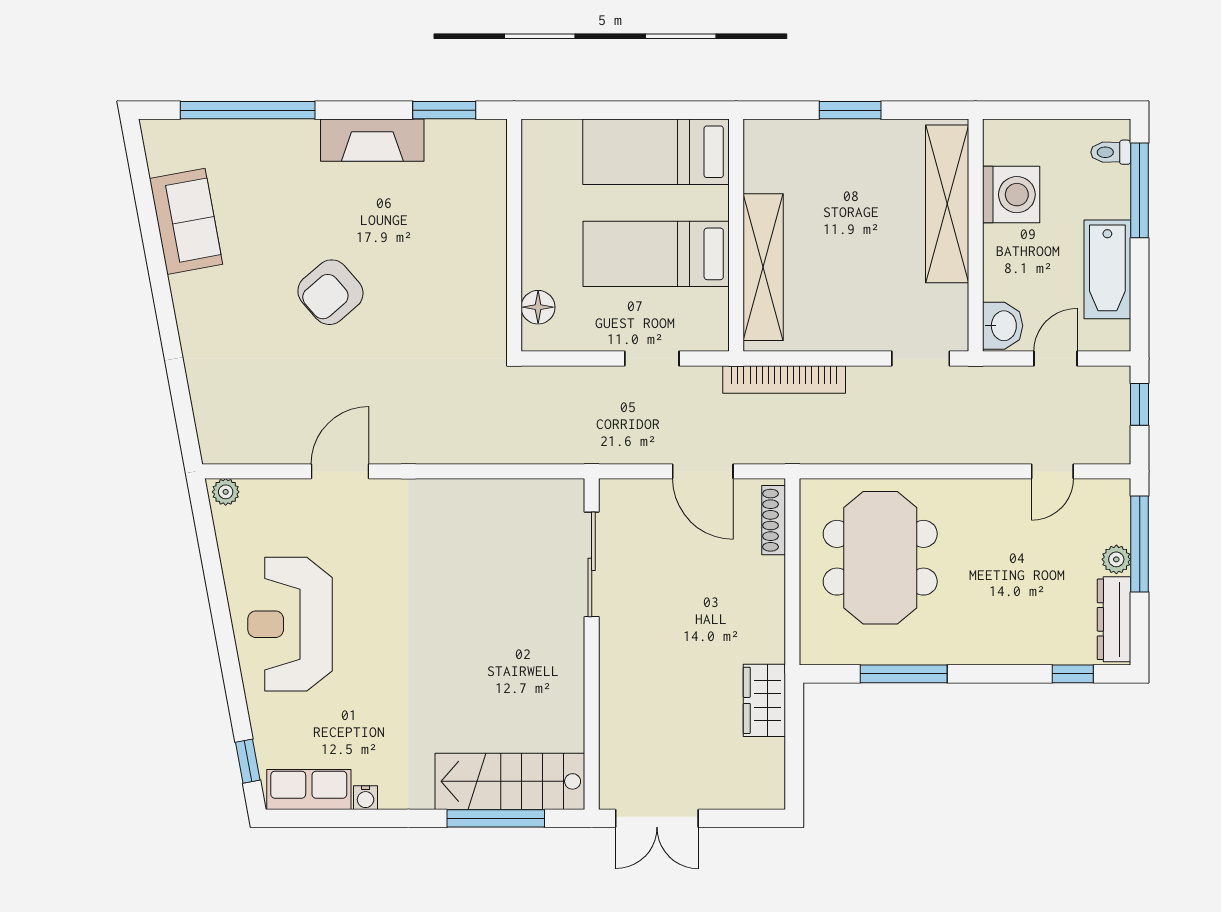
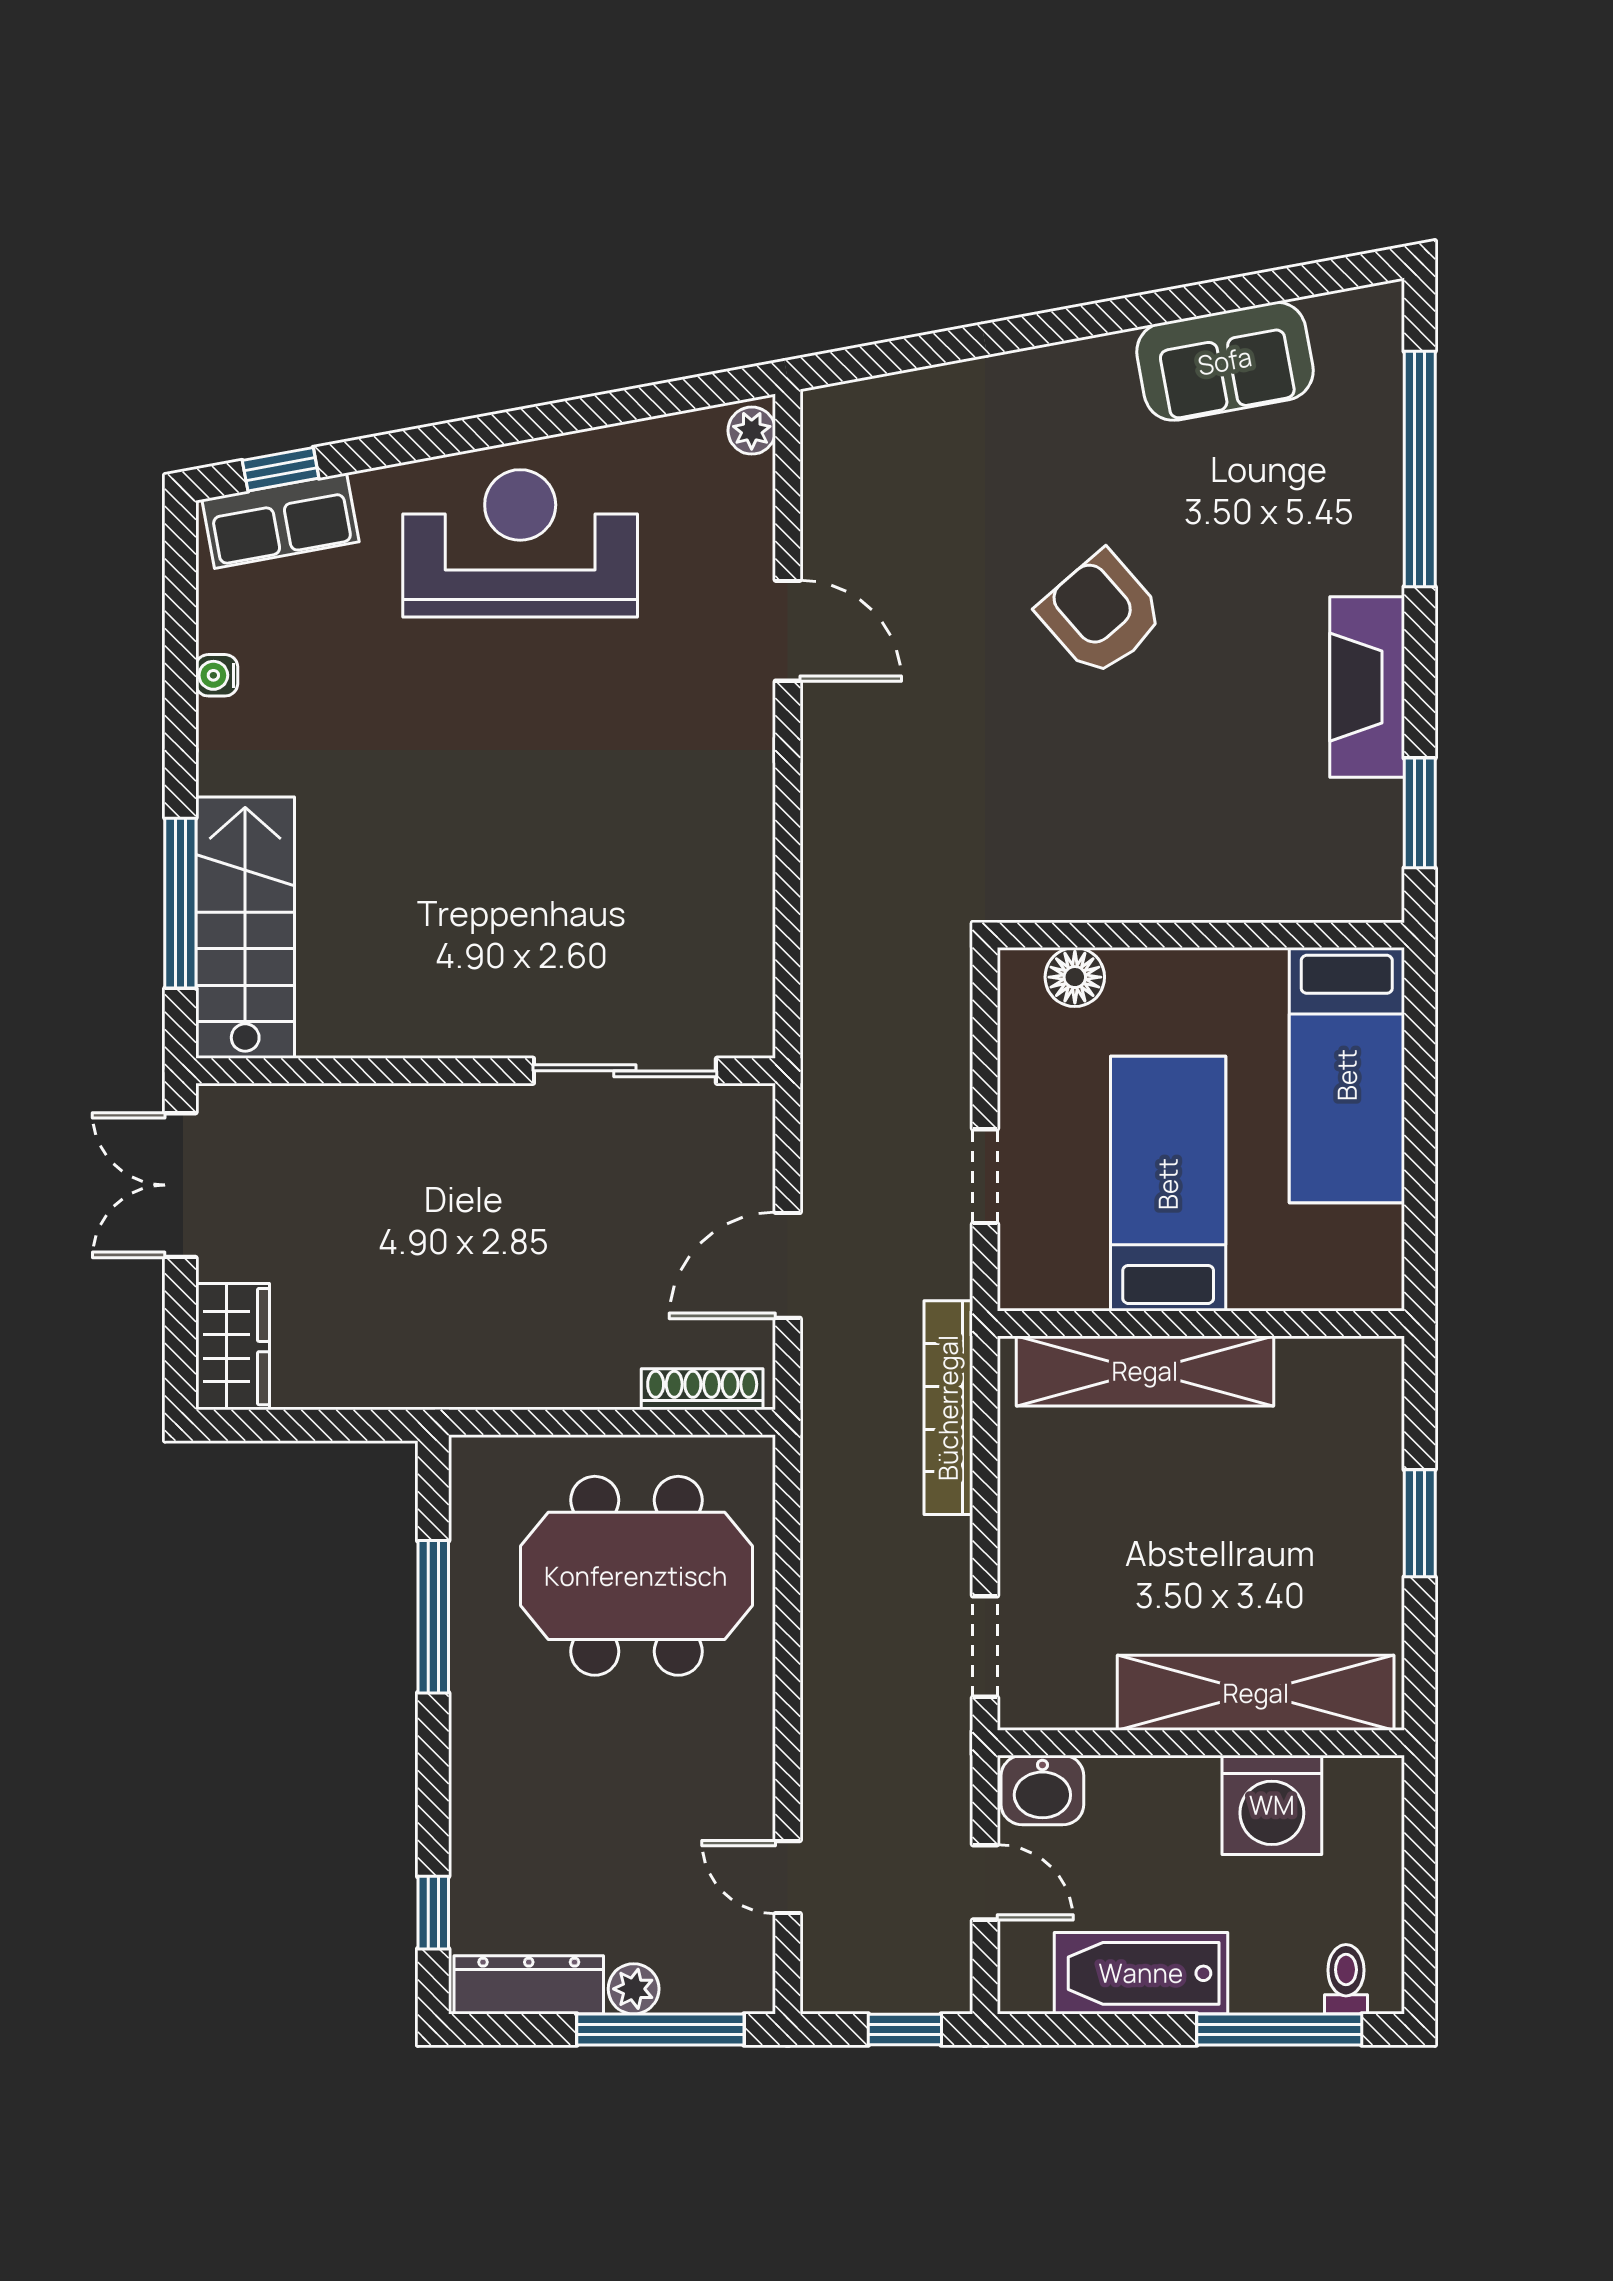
bed: (656, 152) -> (1347, 1075), moved, turned 180
wardrobe: (764, 700) -> (233, 1347), moved, turned 90
row of seats: (309, 790) -> (280, 521), moved, turned 80

